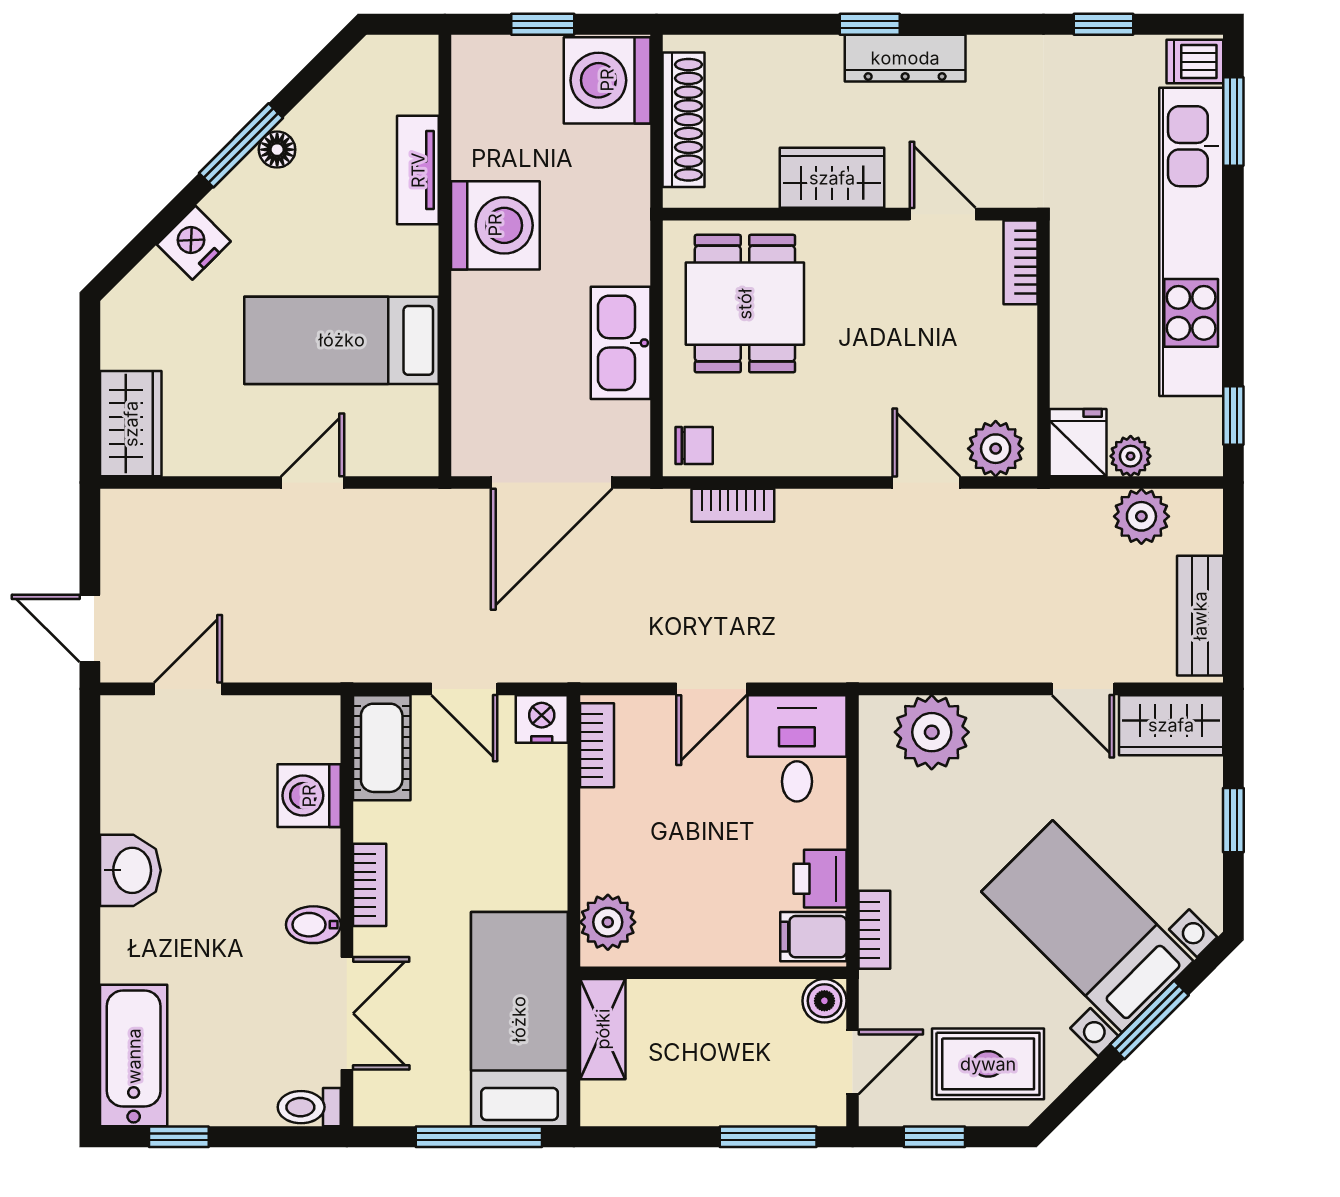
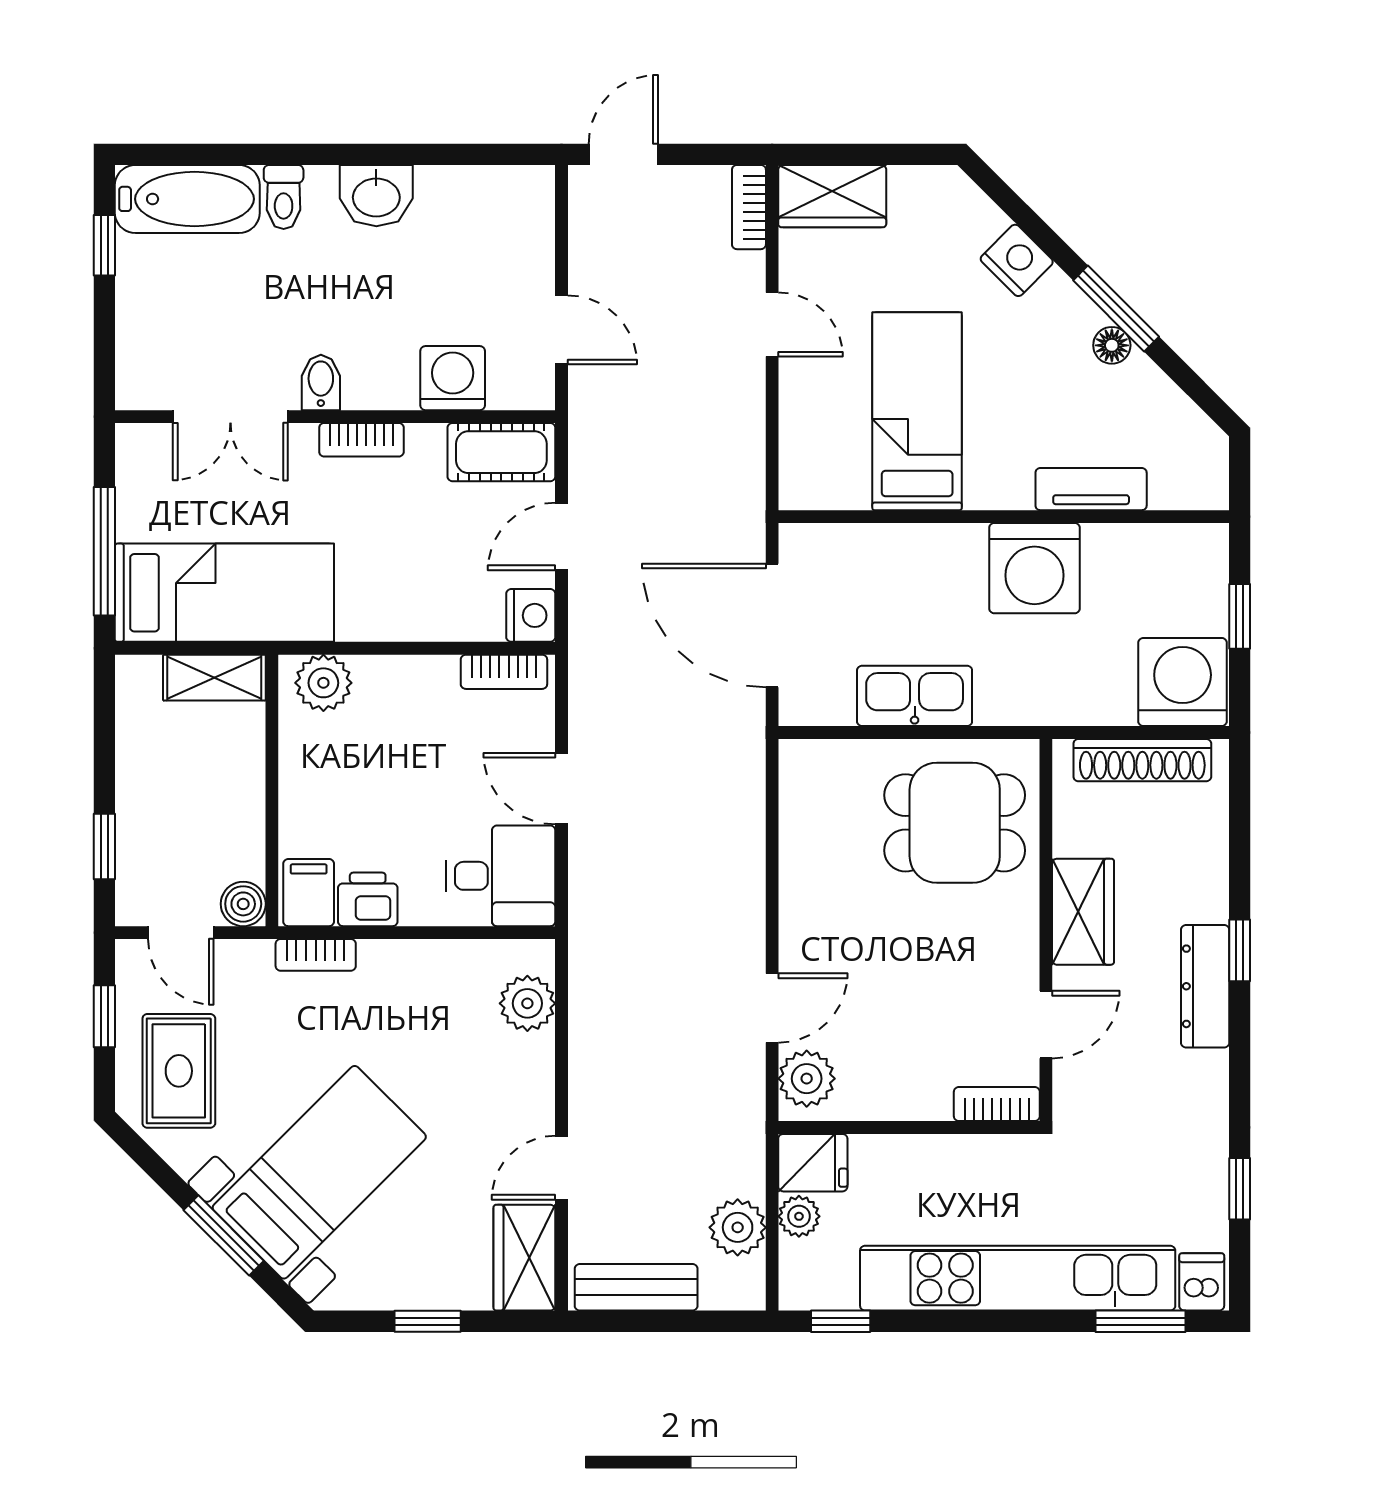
chair: (694, 445) -> (810, 771), removed
door: (313, 482) -> (772, 324), moved
bookcase: (733, 505) -> (749, 207), moved
door: (188, 689) -> (561, 330), moved
plant: (932, 732) -> (527, 1003), width x0.73, depth x0.73
toilet: (309, 1107) -> (284, 197), moved, turned 180
window: (768, 1137) -> (104, 846), width x0.67

